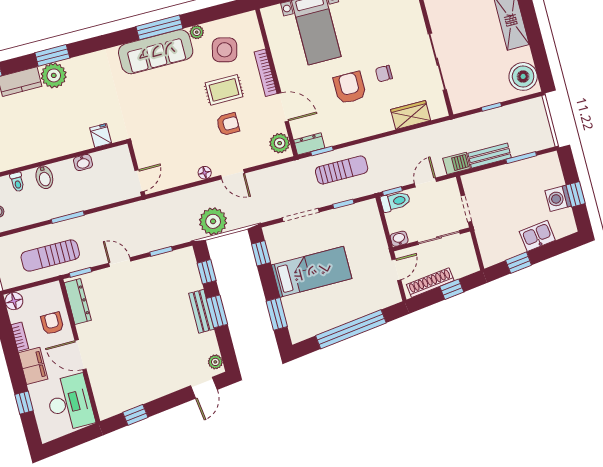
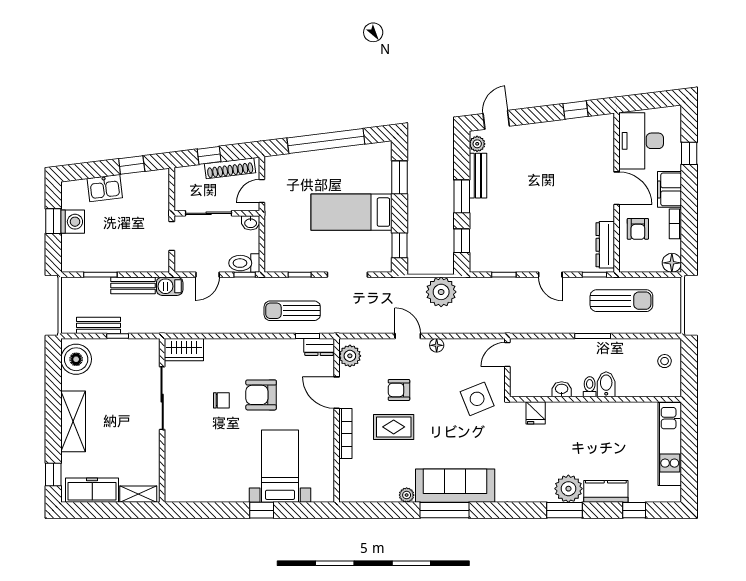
side table: (225, 50) -> (477, 399), moved, turned -36
armchair: (350, 88) -> (261, 395), turned 90
bench: (511, 112) -> (99, 325), added
wardrobe: (411, 115) -> (184, 350), moved
toilet: (17, 182) -> (590, 387), moved
bench: (201, 311) -> (478, 176), moved

